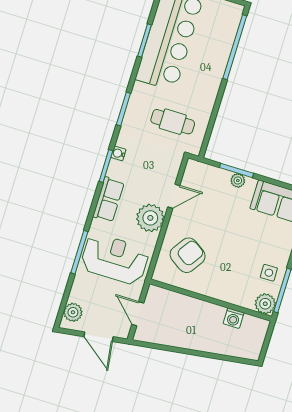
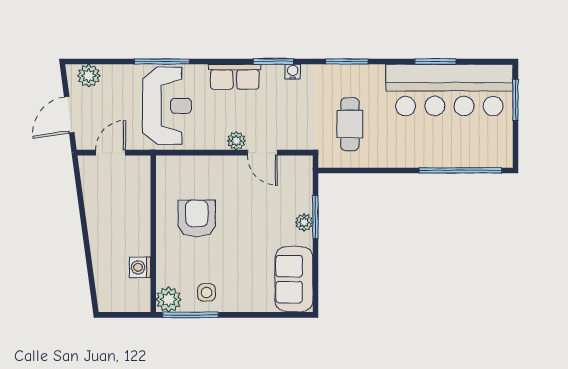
plant: (150, 218) -> (236, 141), width x0.53, depth x0.53
armchair: (188, 255) -> (197, 219), moved, turned -124

